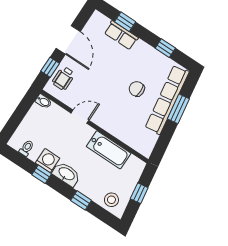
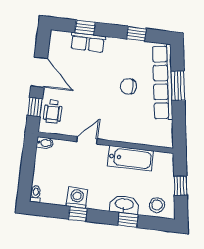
toilet: (26, 148) -> (36, 194), moved
washbasin: (66, 174) -> (124, 205), moved

